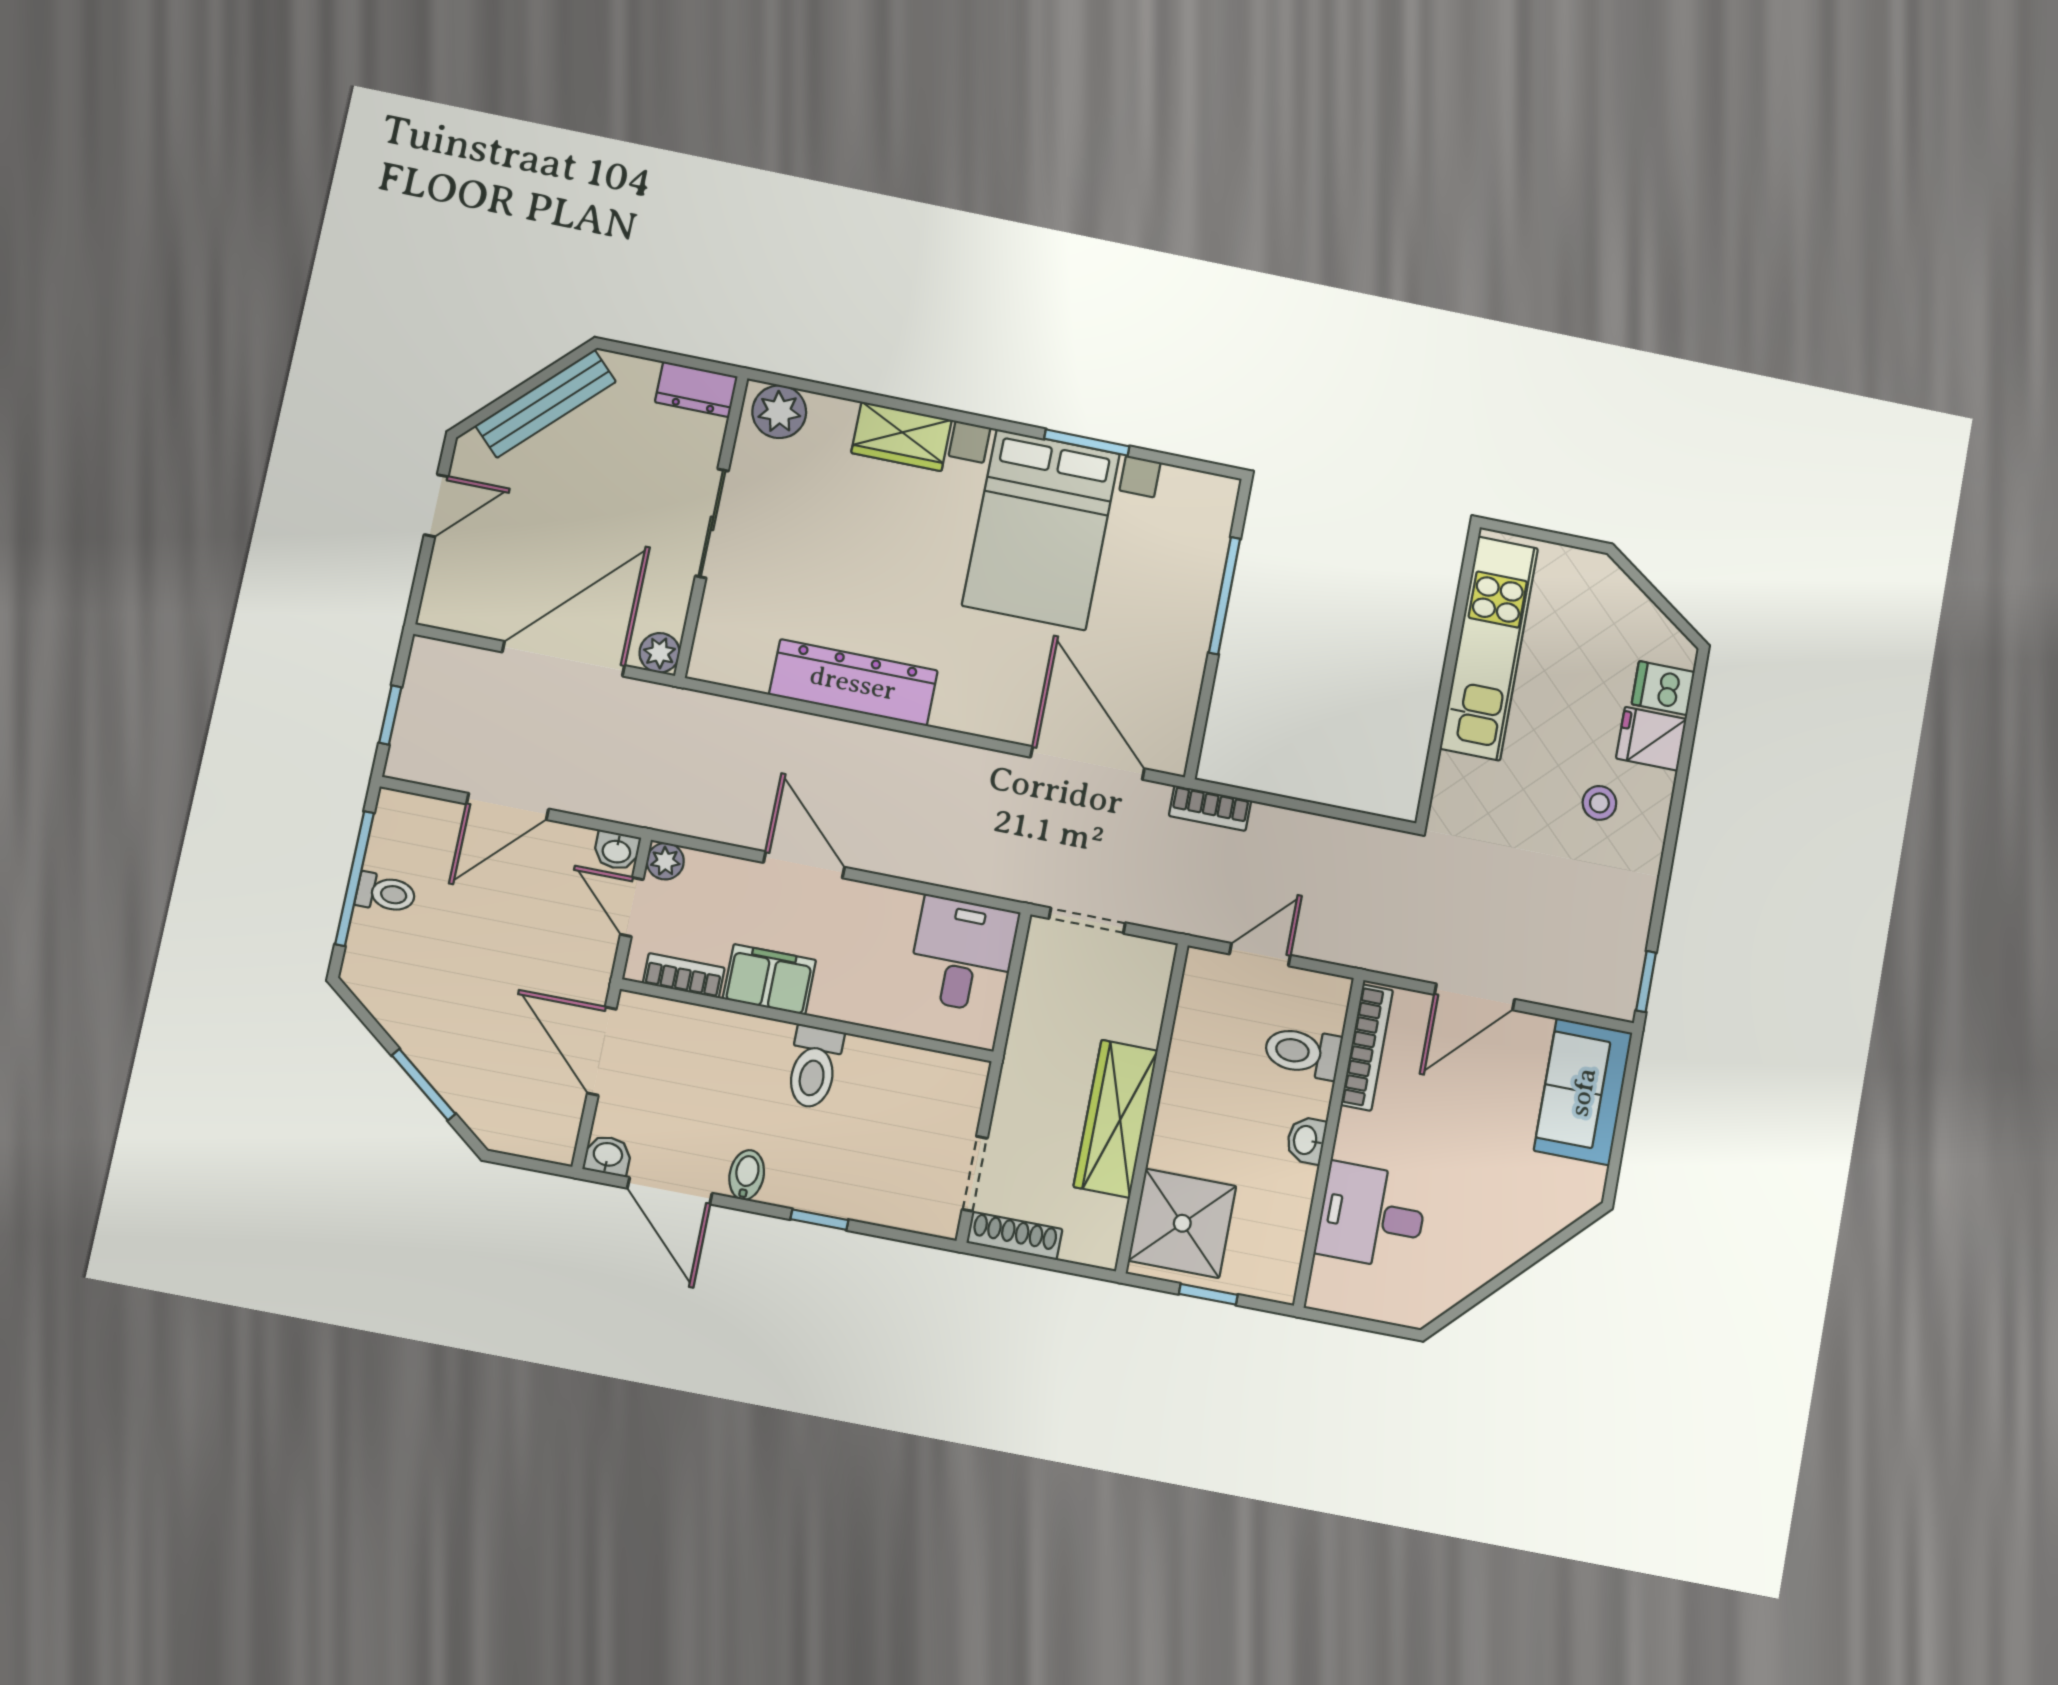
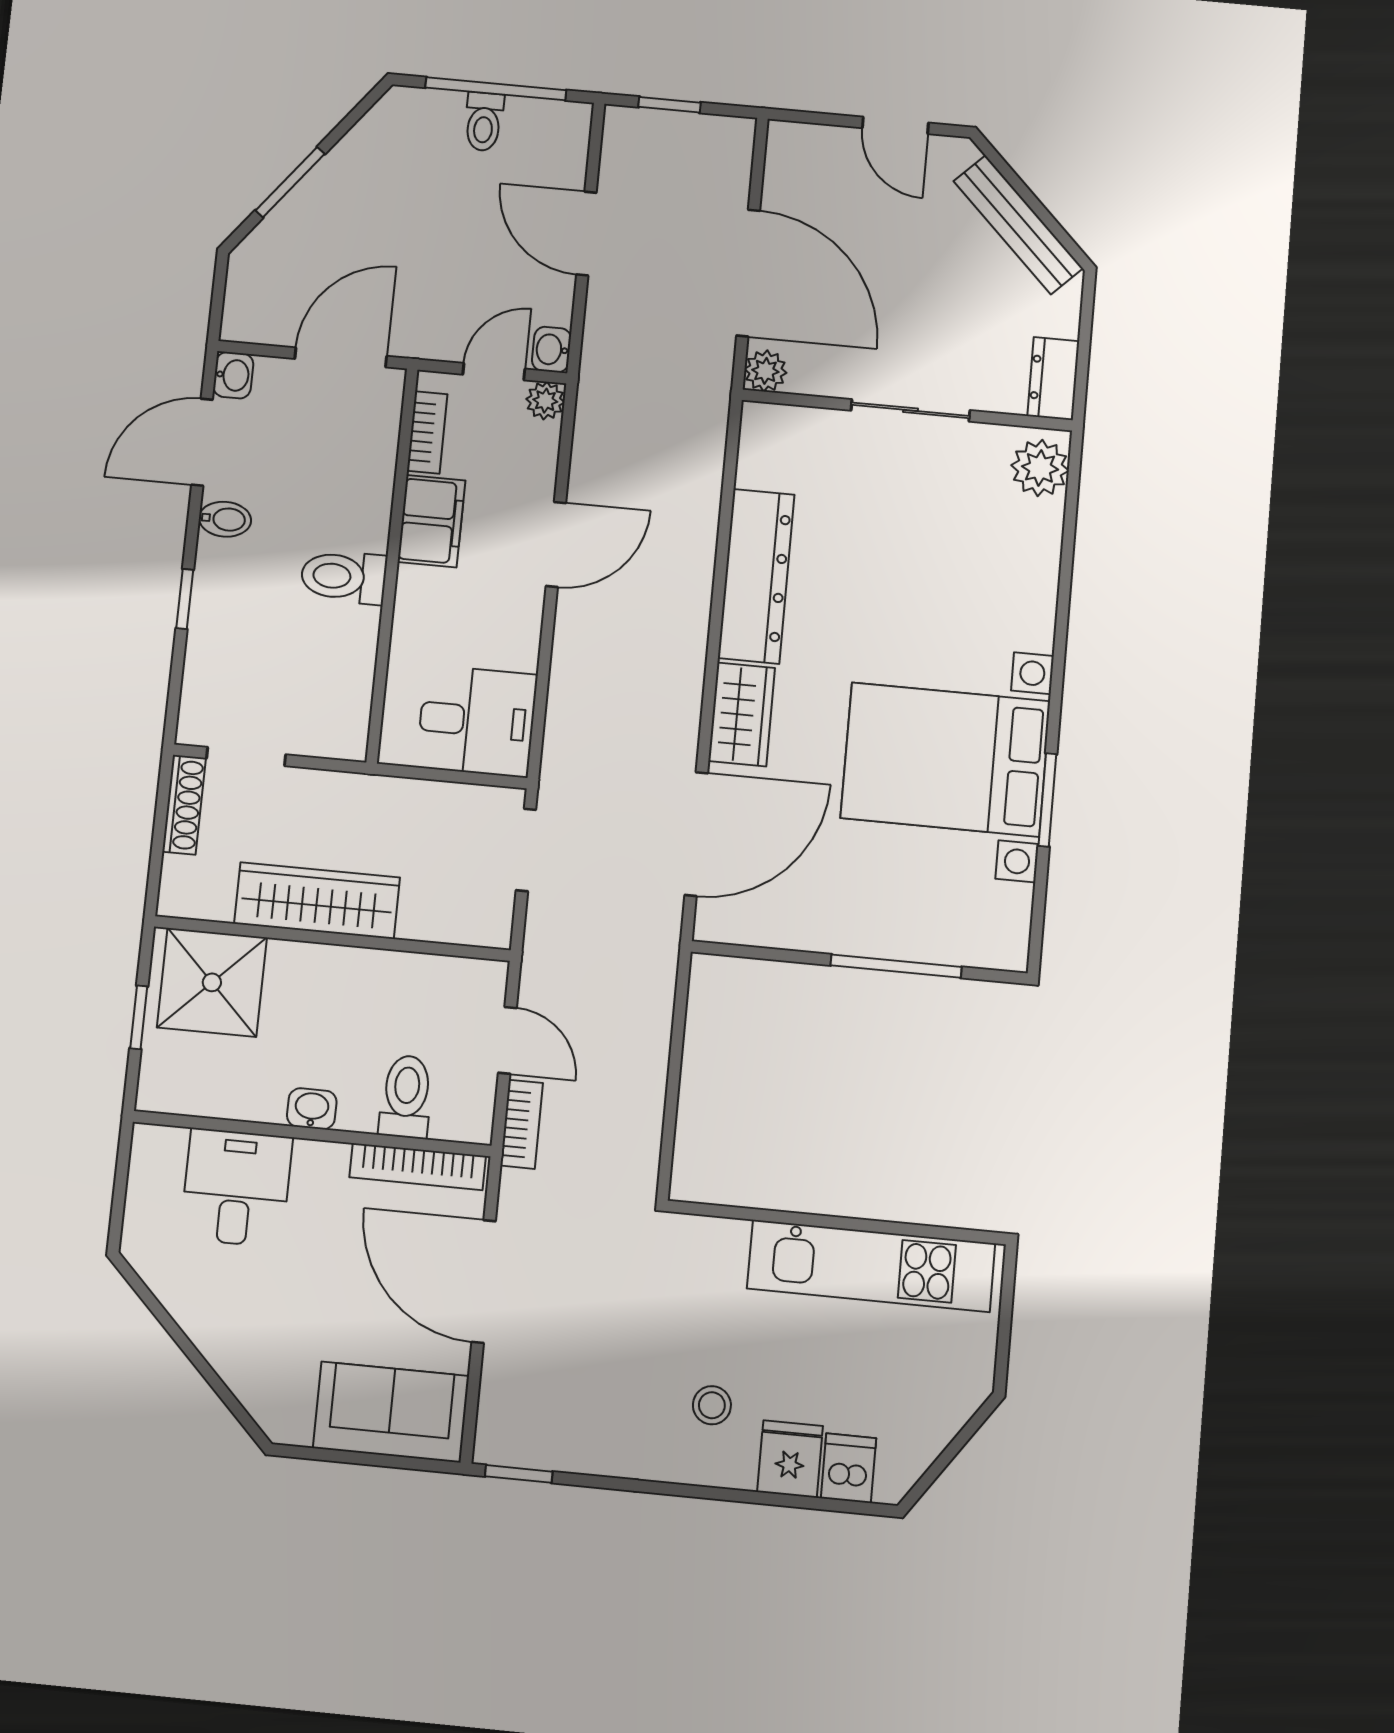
wardrobe: (901, 436) -> (742, 714), moved, turned 180
bookcase: (1210, 808) -> (522, 1124), moved, turned 180
door: (1474, 997) -> (484, 1282), width x1.36

